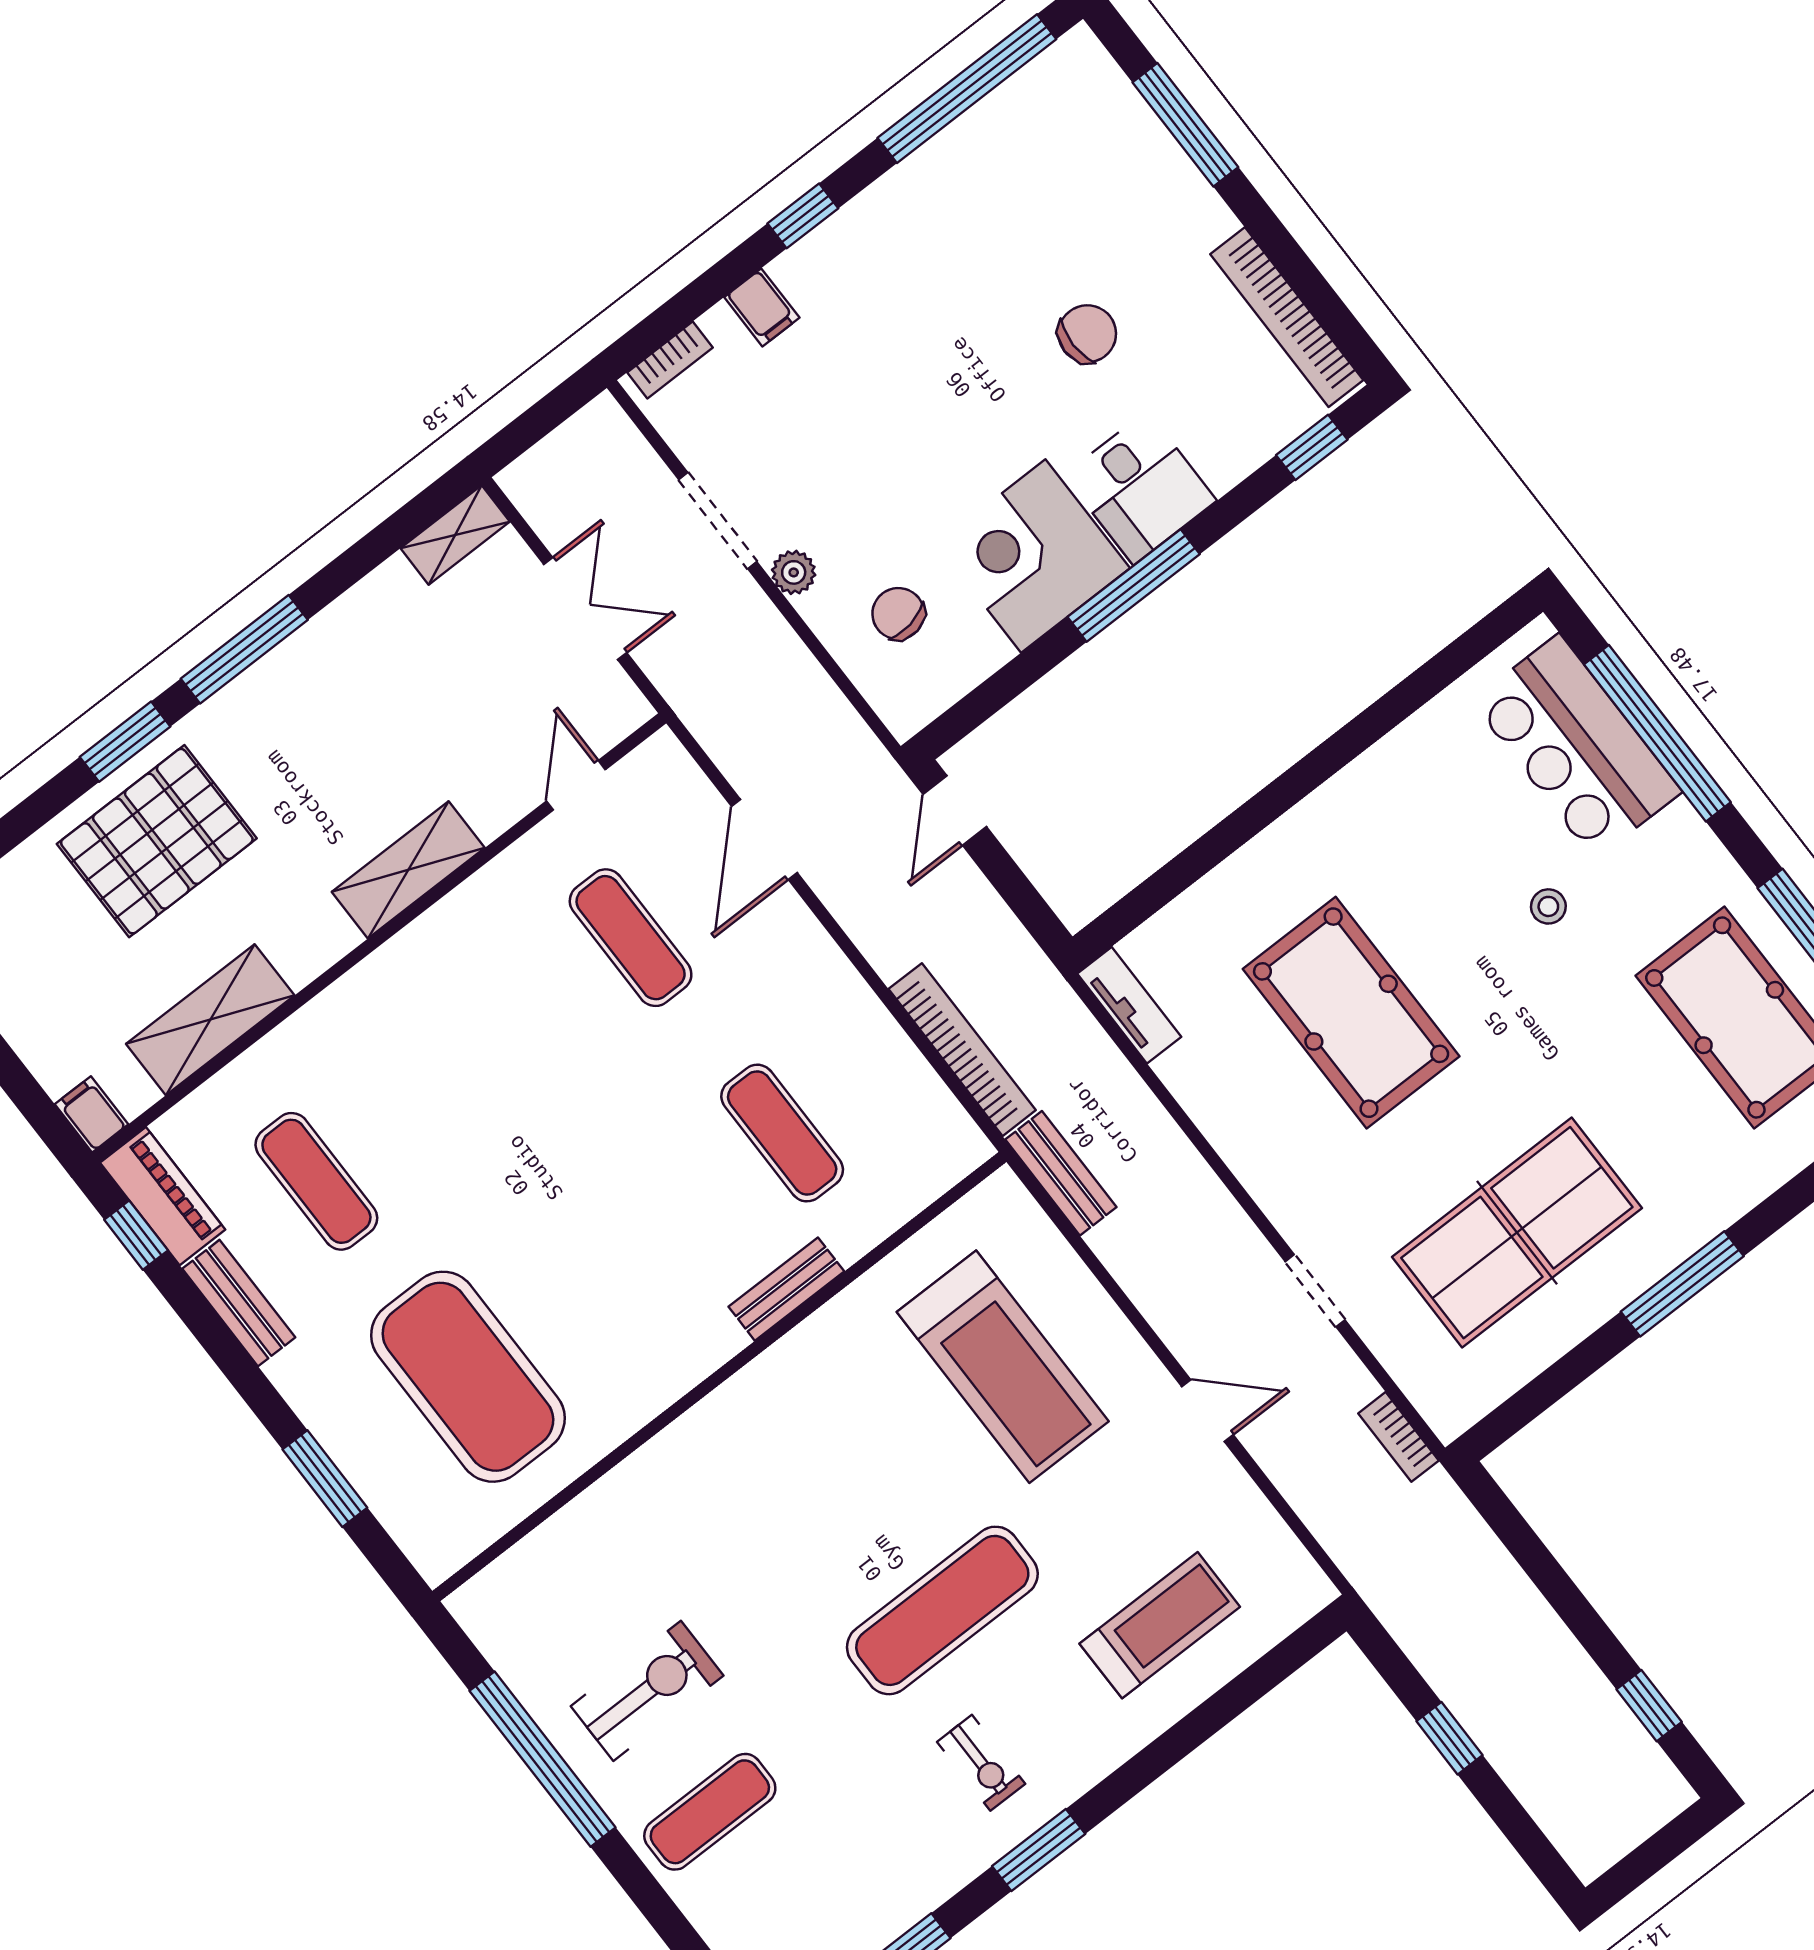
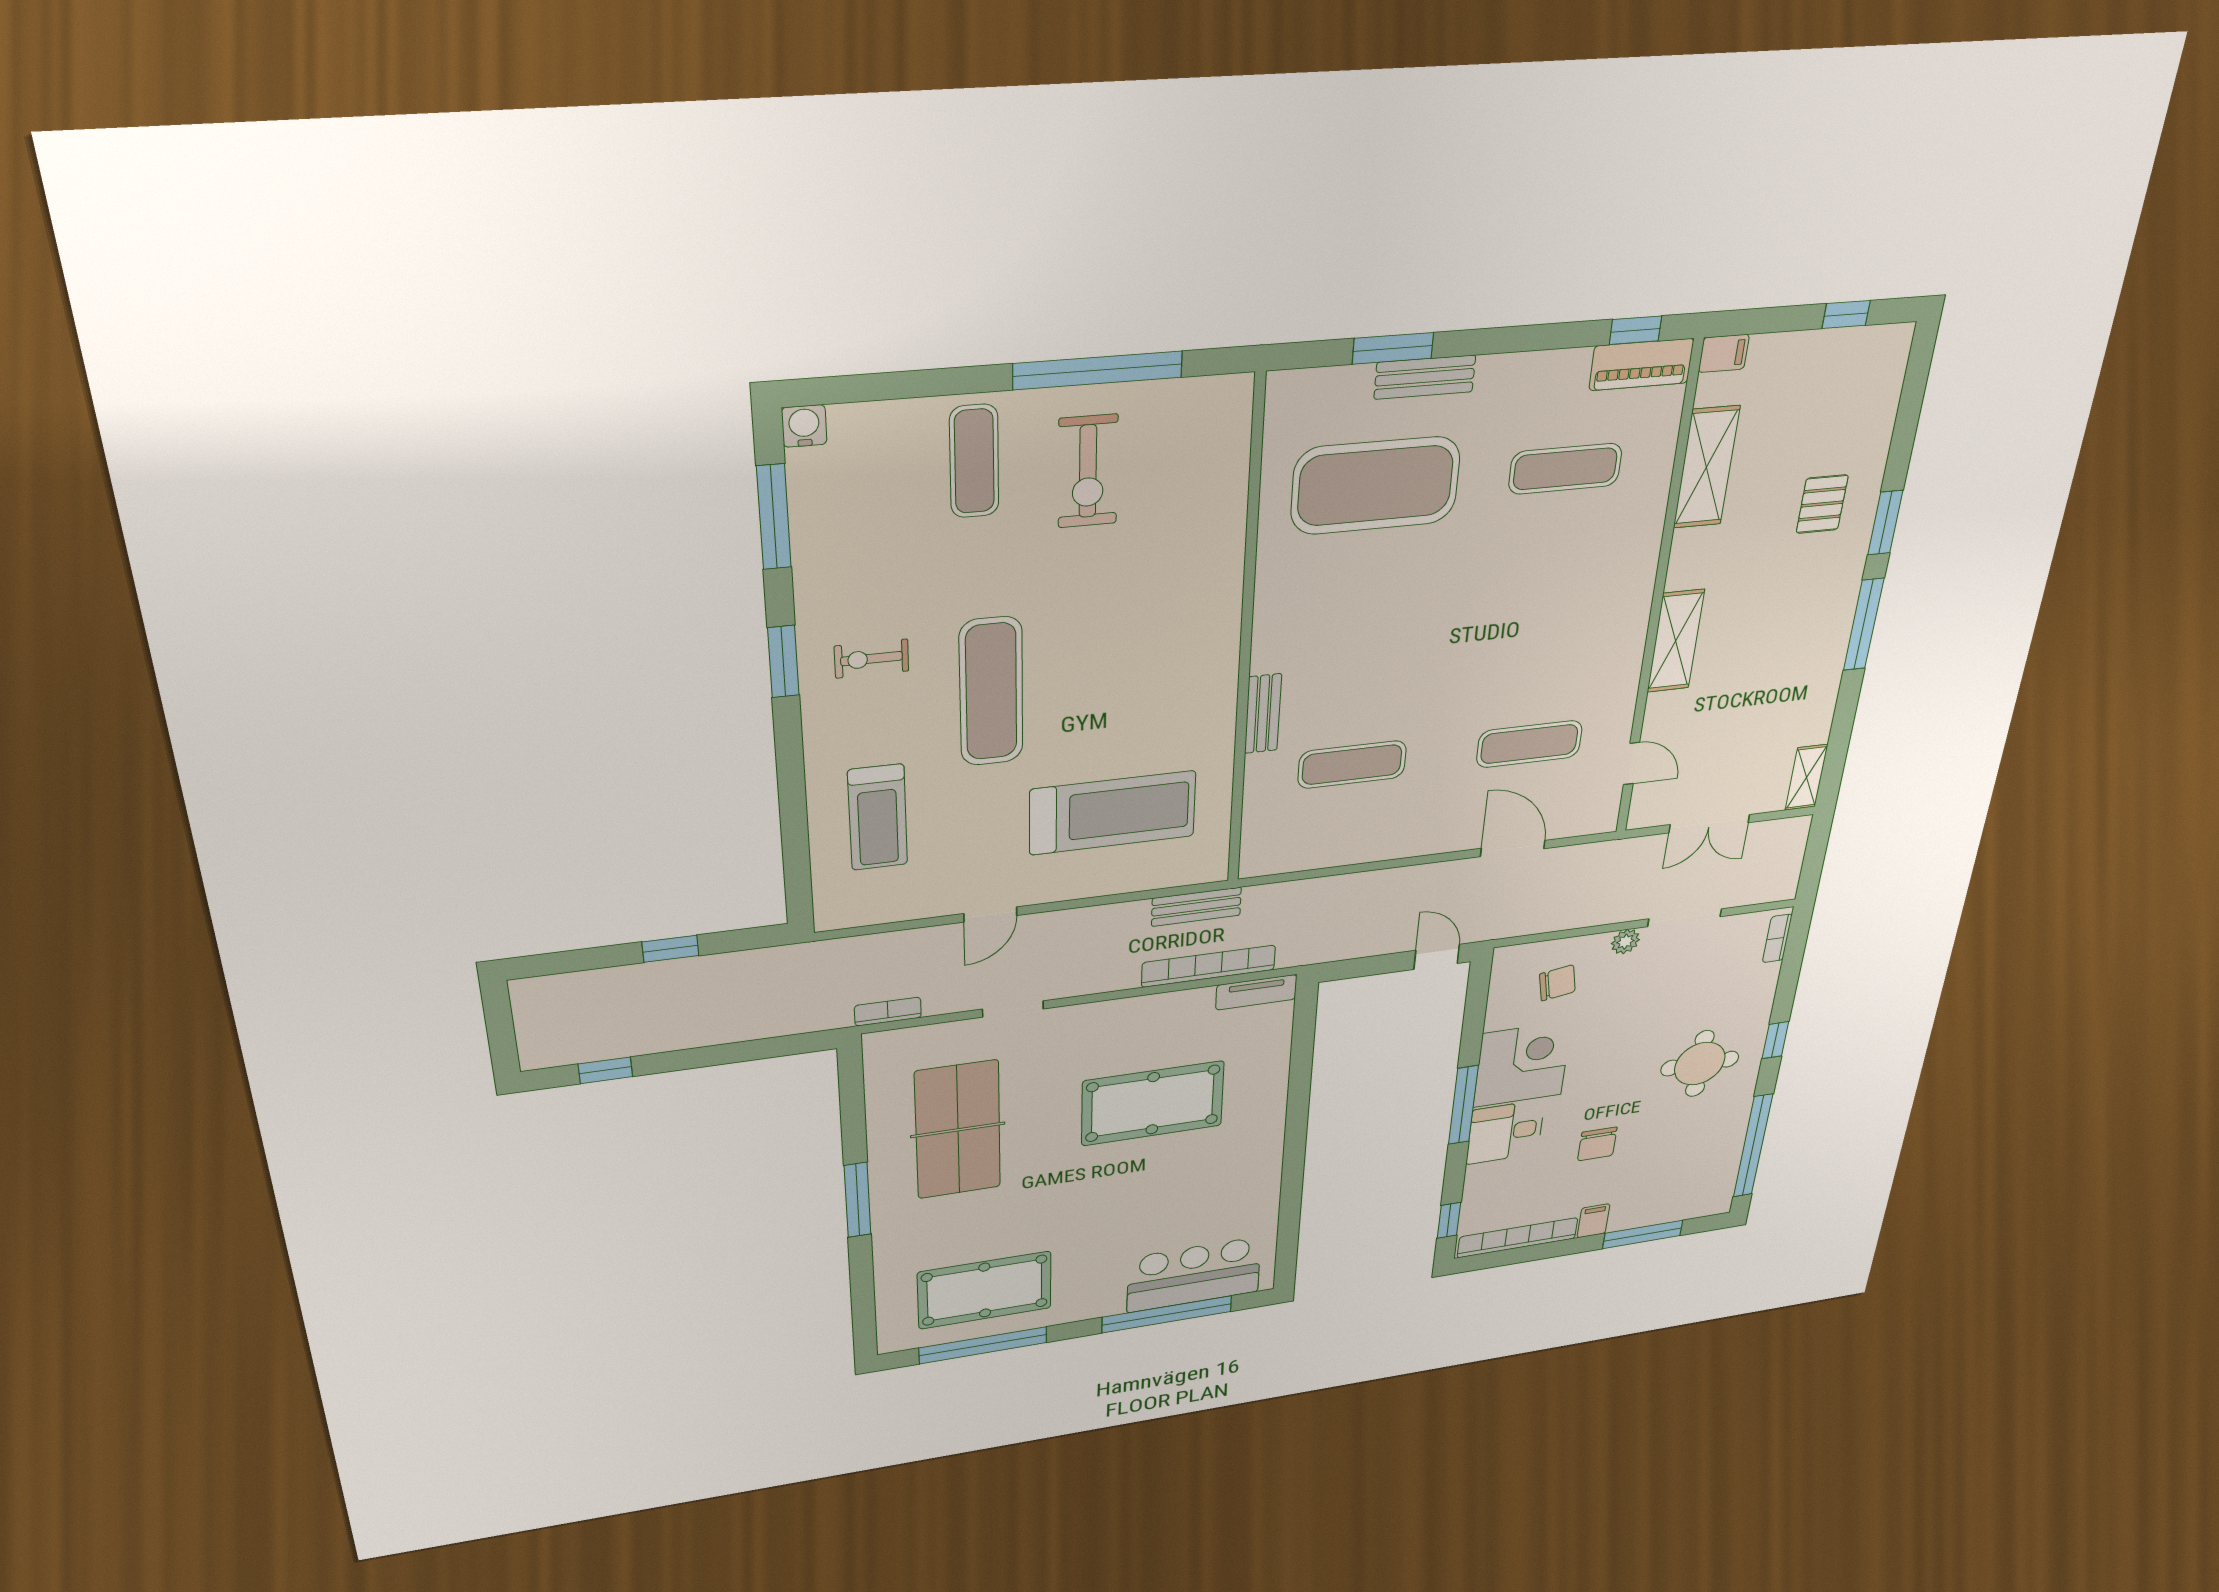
round table: (895, 296) -> (1700, 1064), added
filing cabinet: (762, 307) -> (1593, 1221), moved, turned 90
pallet: (157, 841) -> (1822, 504), width x0.49, depth x0.50
stool: (1548, 906) -> (1124, 1225), removed
bookcase: (962, 1050) -> (1209, 966), moved, turned 180
bench: (239, 1303) -> (1425, 377), moved
treadmill: (1003, 1367) -> (1113, 813), turned 180

